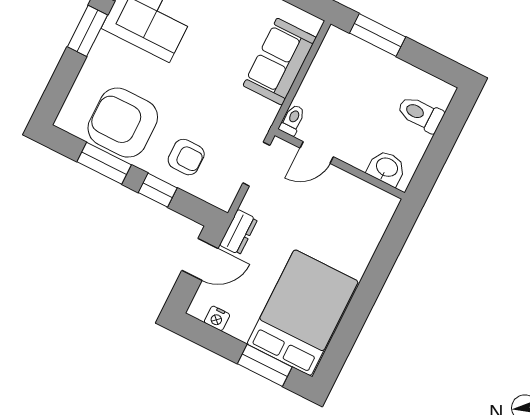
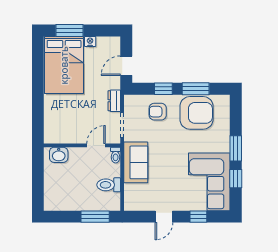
sofa: (280, 62) -> (136, 162), moved
toilet: (420, 114) -> (109, 185), moved, turned 180
dresser: (239, 232) -> (114, 101), moved
nightstand: (217, 318) -> (90, 41), moved

